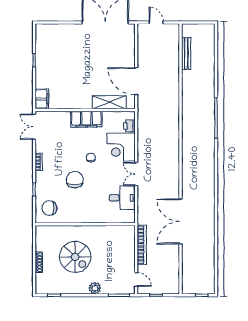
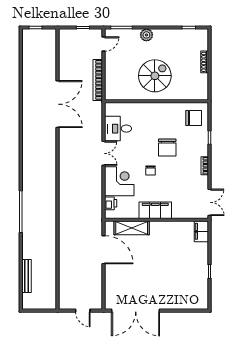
bench: (186, 54) -> (27, 276), moved
spiral stairs: (75, 257) -> (155, 76), moved, turned 90
door: (136, 279) -> (104, 44), swing flipped

